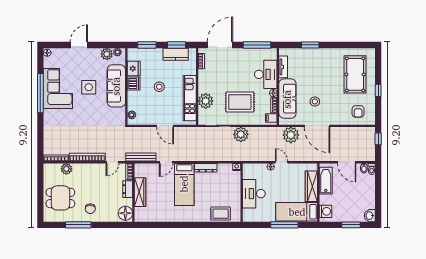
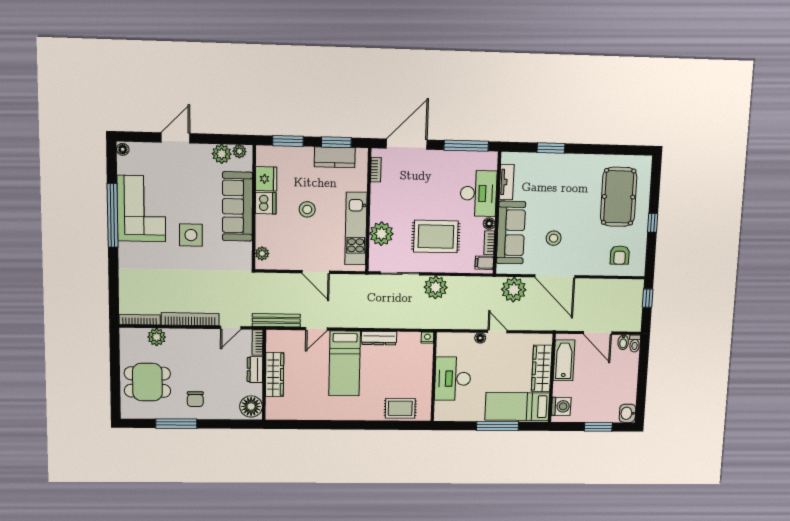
side table: (89, 87) -> (191, 235), moved

